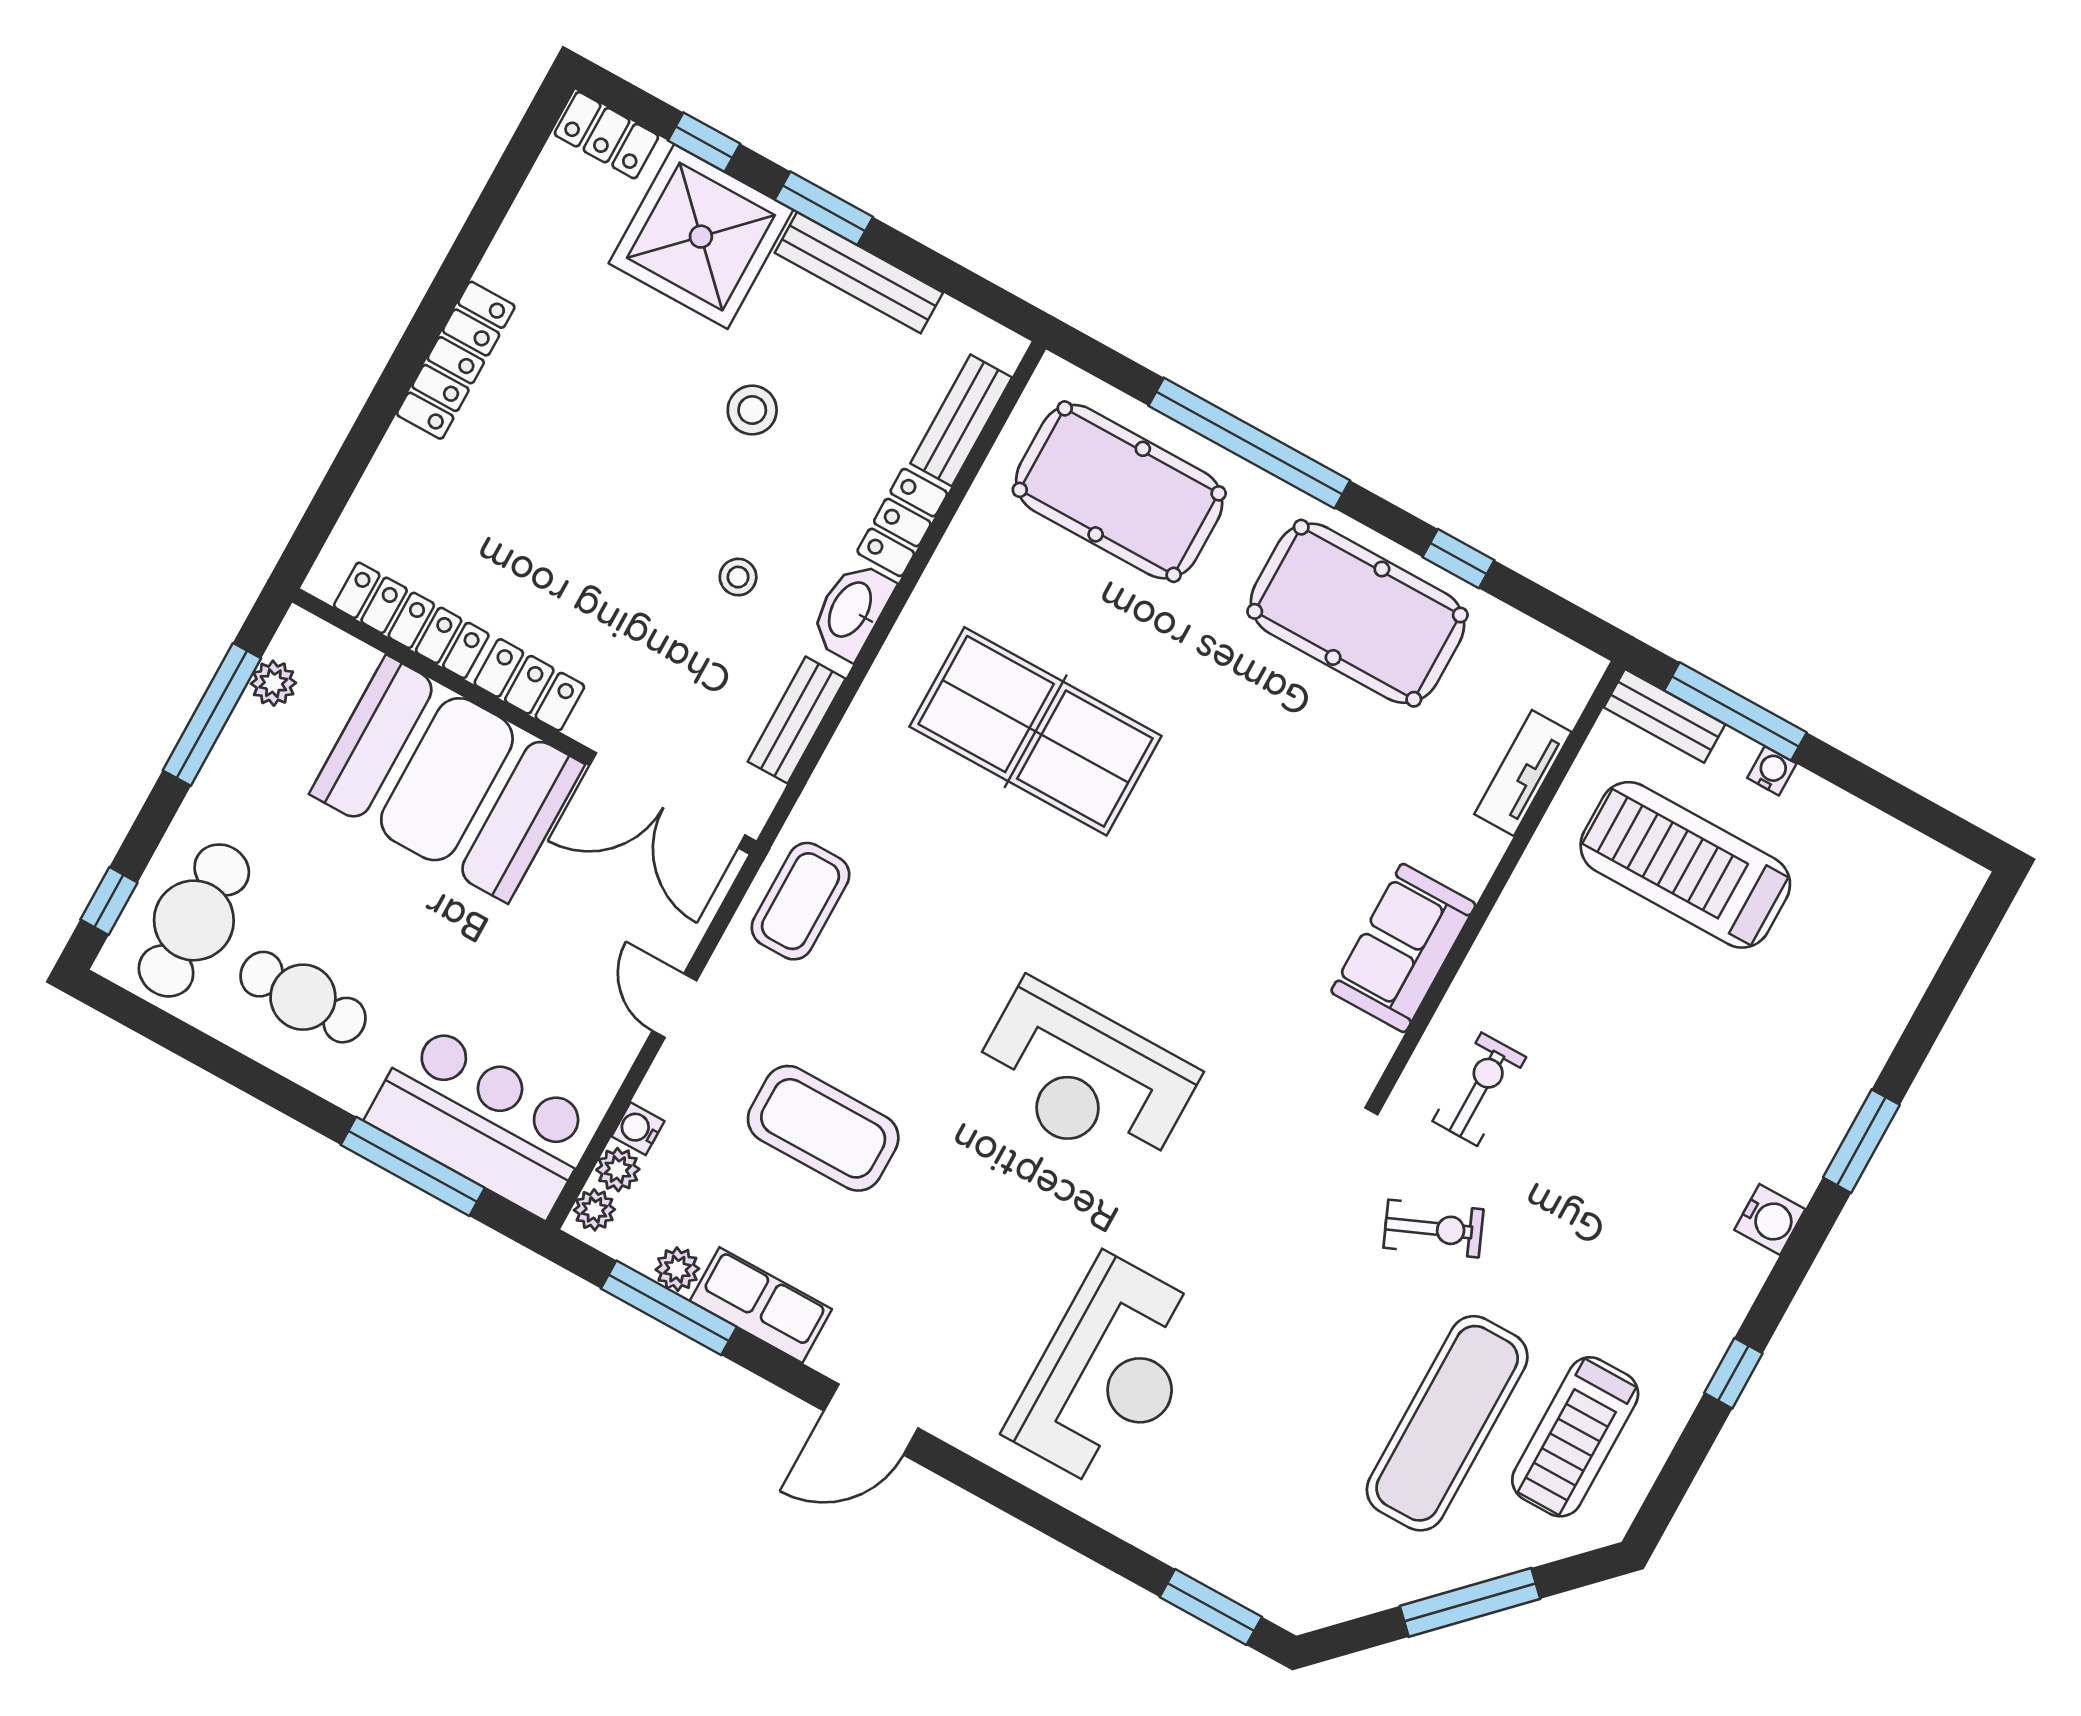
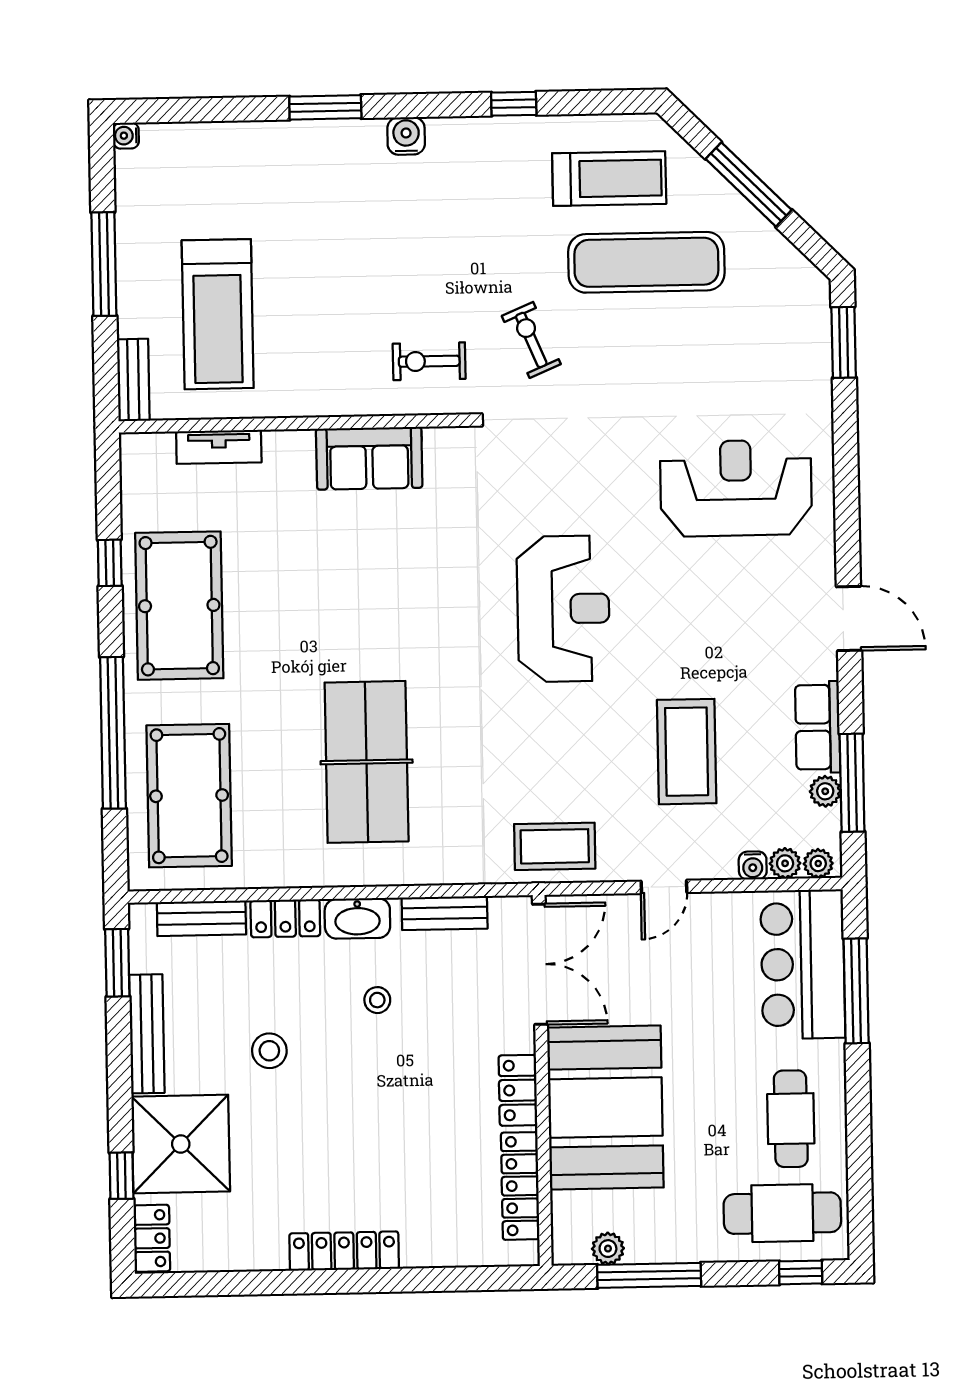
window: (824, 208) -> (117, 963), moved
window: (1735, 711) -> (104, 264), moved
water cooler: (1772, 771) -> (126, 136), moved

